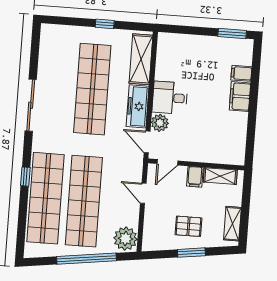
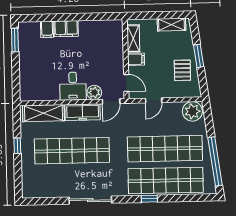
pallet: (188, 226) -> (182, 70), moved
window: (87, 259) -> (215, 161), moved

